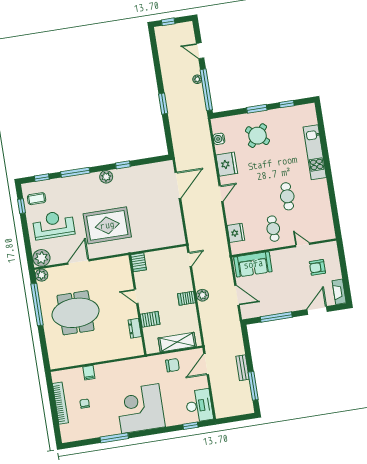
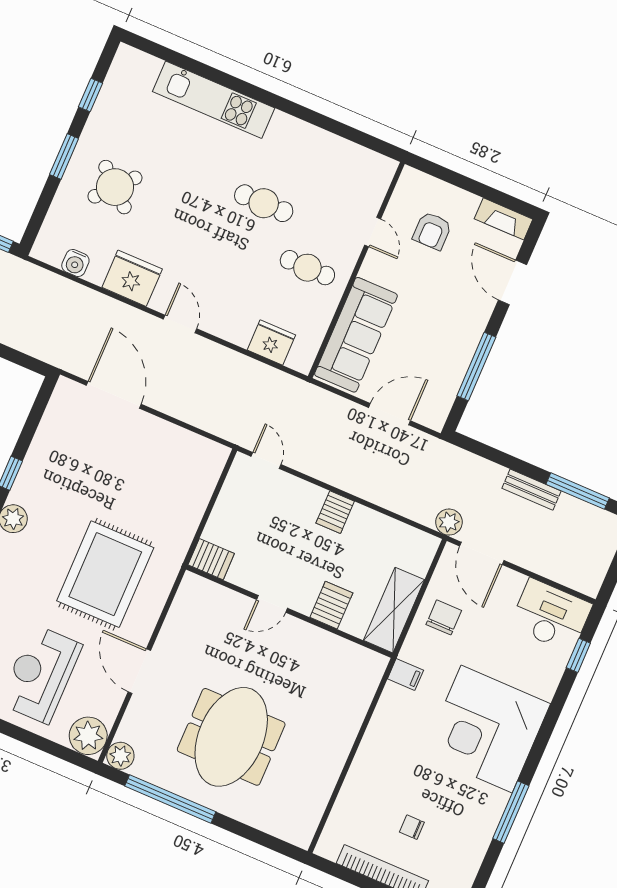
door: (303, 245) -> (373, 232), swing flipped
sofa: (253, 264) -> (356, 335), width x1.36
plant: (202, 295) -> (449, 522), moved
dresser: (135, 328) -> (330, 644), removed
shelving: (177, 342) -> (394, 610), moved
filing cabinet: (89, 373) -> (405, 675), moved

